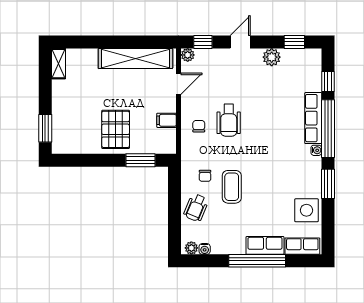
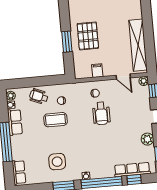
row of seats: (313, 118) -> (132, 169), moved
wheelchair: (229, 120) -> (101, 113), turned -90
pallet: (116, 129) -> (88, 36), turned 90
window: (140, 160) -> (67, 42), moved
side table: (306, 210) -> (57, 162), moved
row of seats: (265, 245) -> (15, 122), moved

